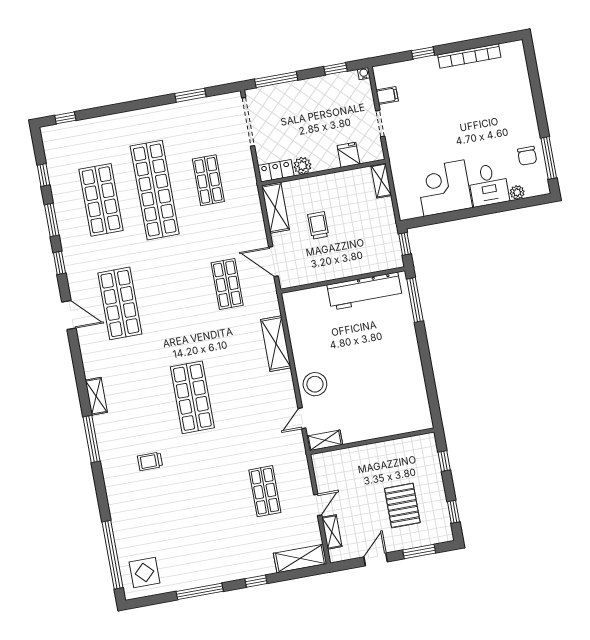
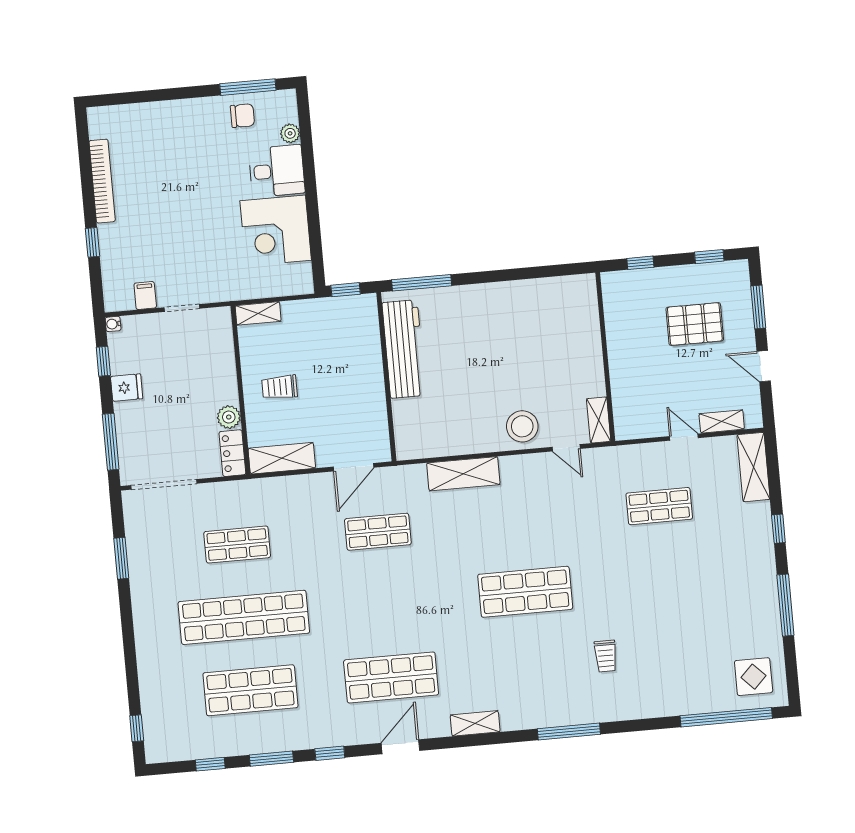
fridge: (348, 155) -> (127, 388), moved, turned 180
trolley: (318, 225) -> (279, 387), moved
shelving: (96, 396) -> (475, 723), moved

